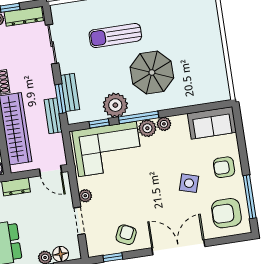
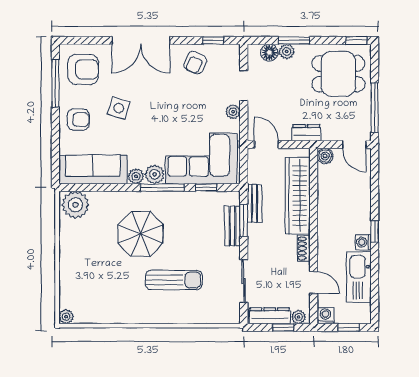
plant: (115, 105) -> (75, 205), moved
sofa: (212, 123) -> (93, 170), width x1.36

